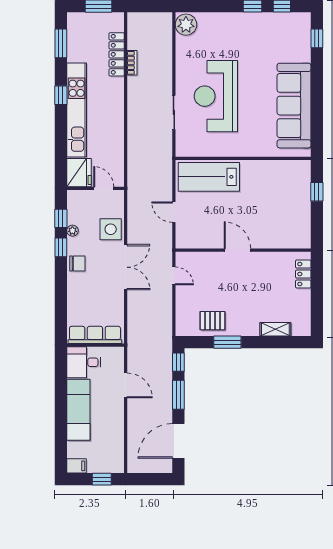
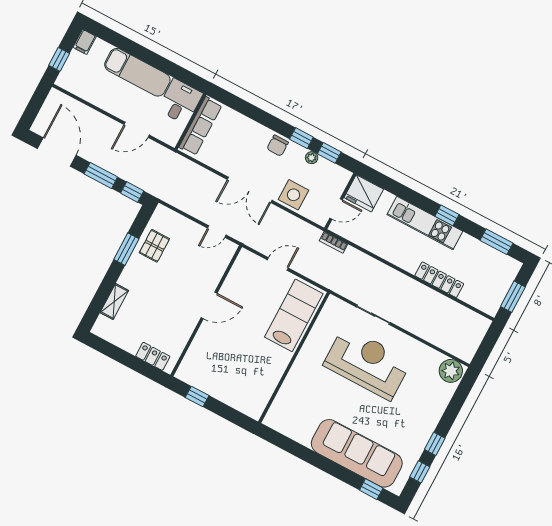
locker: (117, 54) -> (439, 280), moved
bookcase: (132, 63) -> (334, 242), moved
sofa: (294, 106) -> (357, 453), moved
kitchen unit: (77, 110) -> (425, 223), width x0.73
window: (317, 192) -> (197, 397), moved

